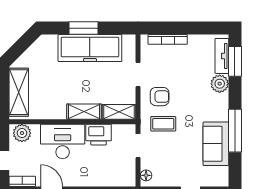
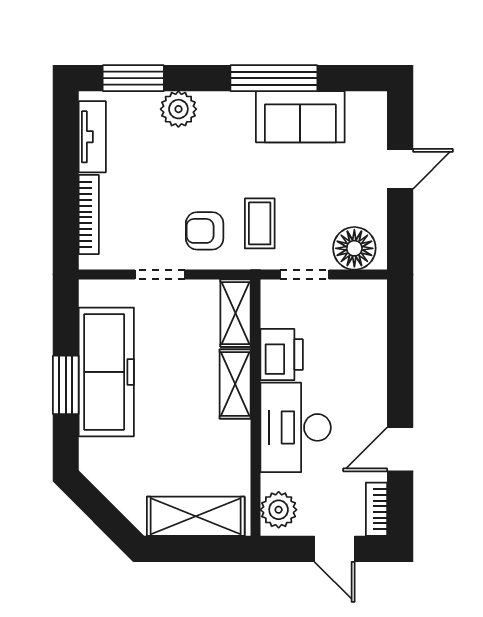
tv unit: (222, 56) -> (92, 137), moved, turned -90
armchair: (160, 97) -> (205, 231), turned -90
floor lamp: (146, 175) -> (354, 248), width x1.89, depth x1.89

